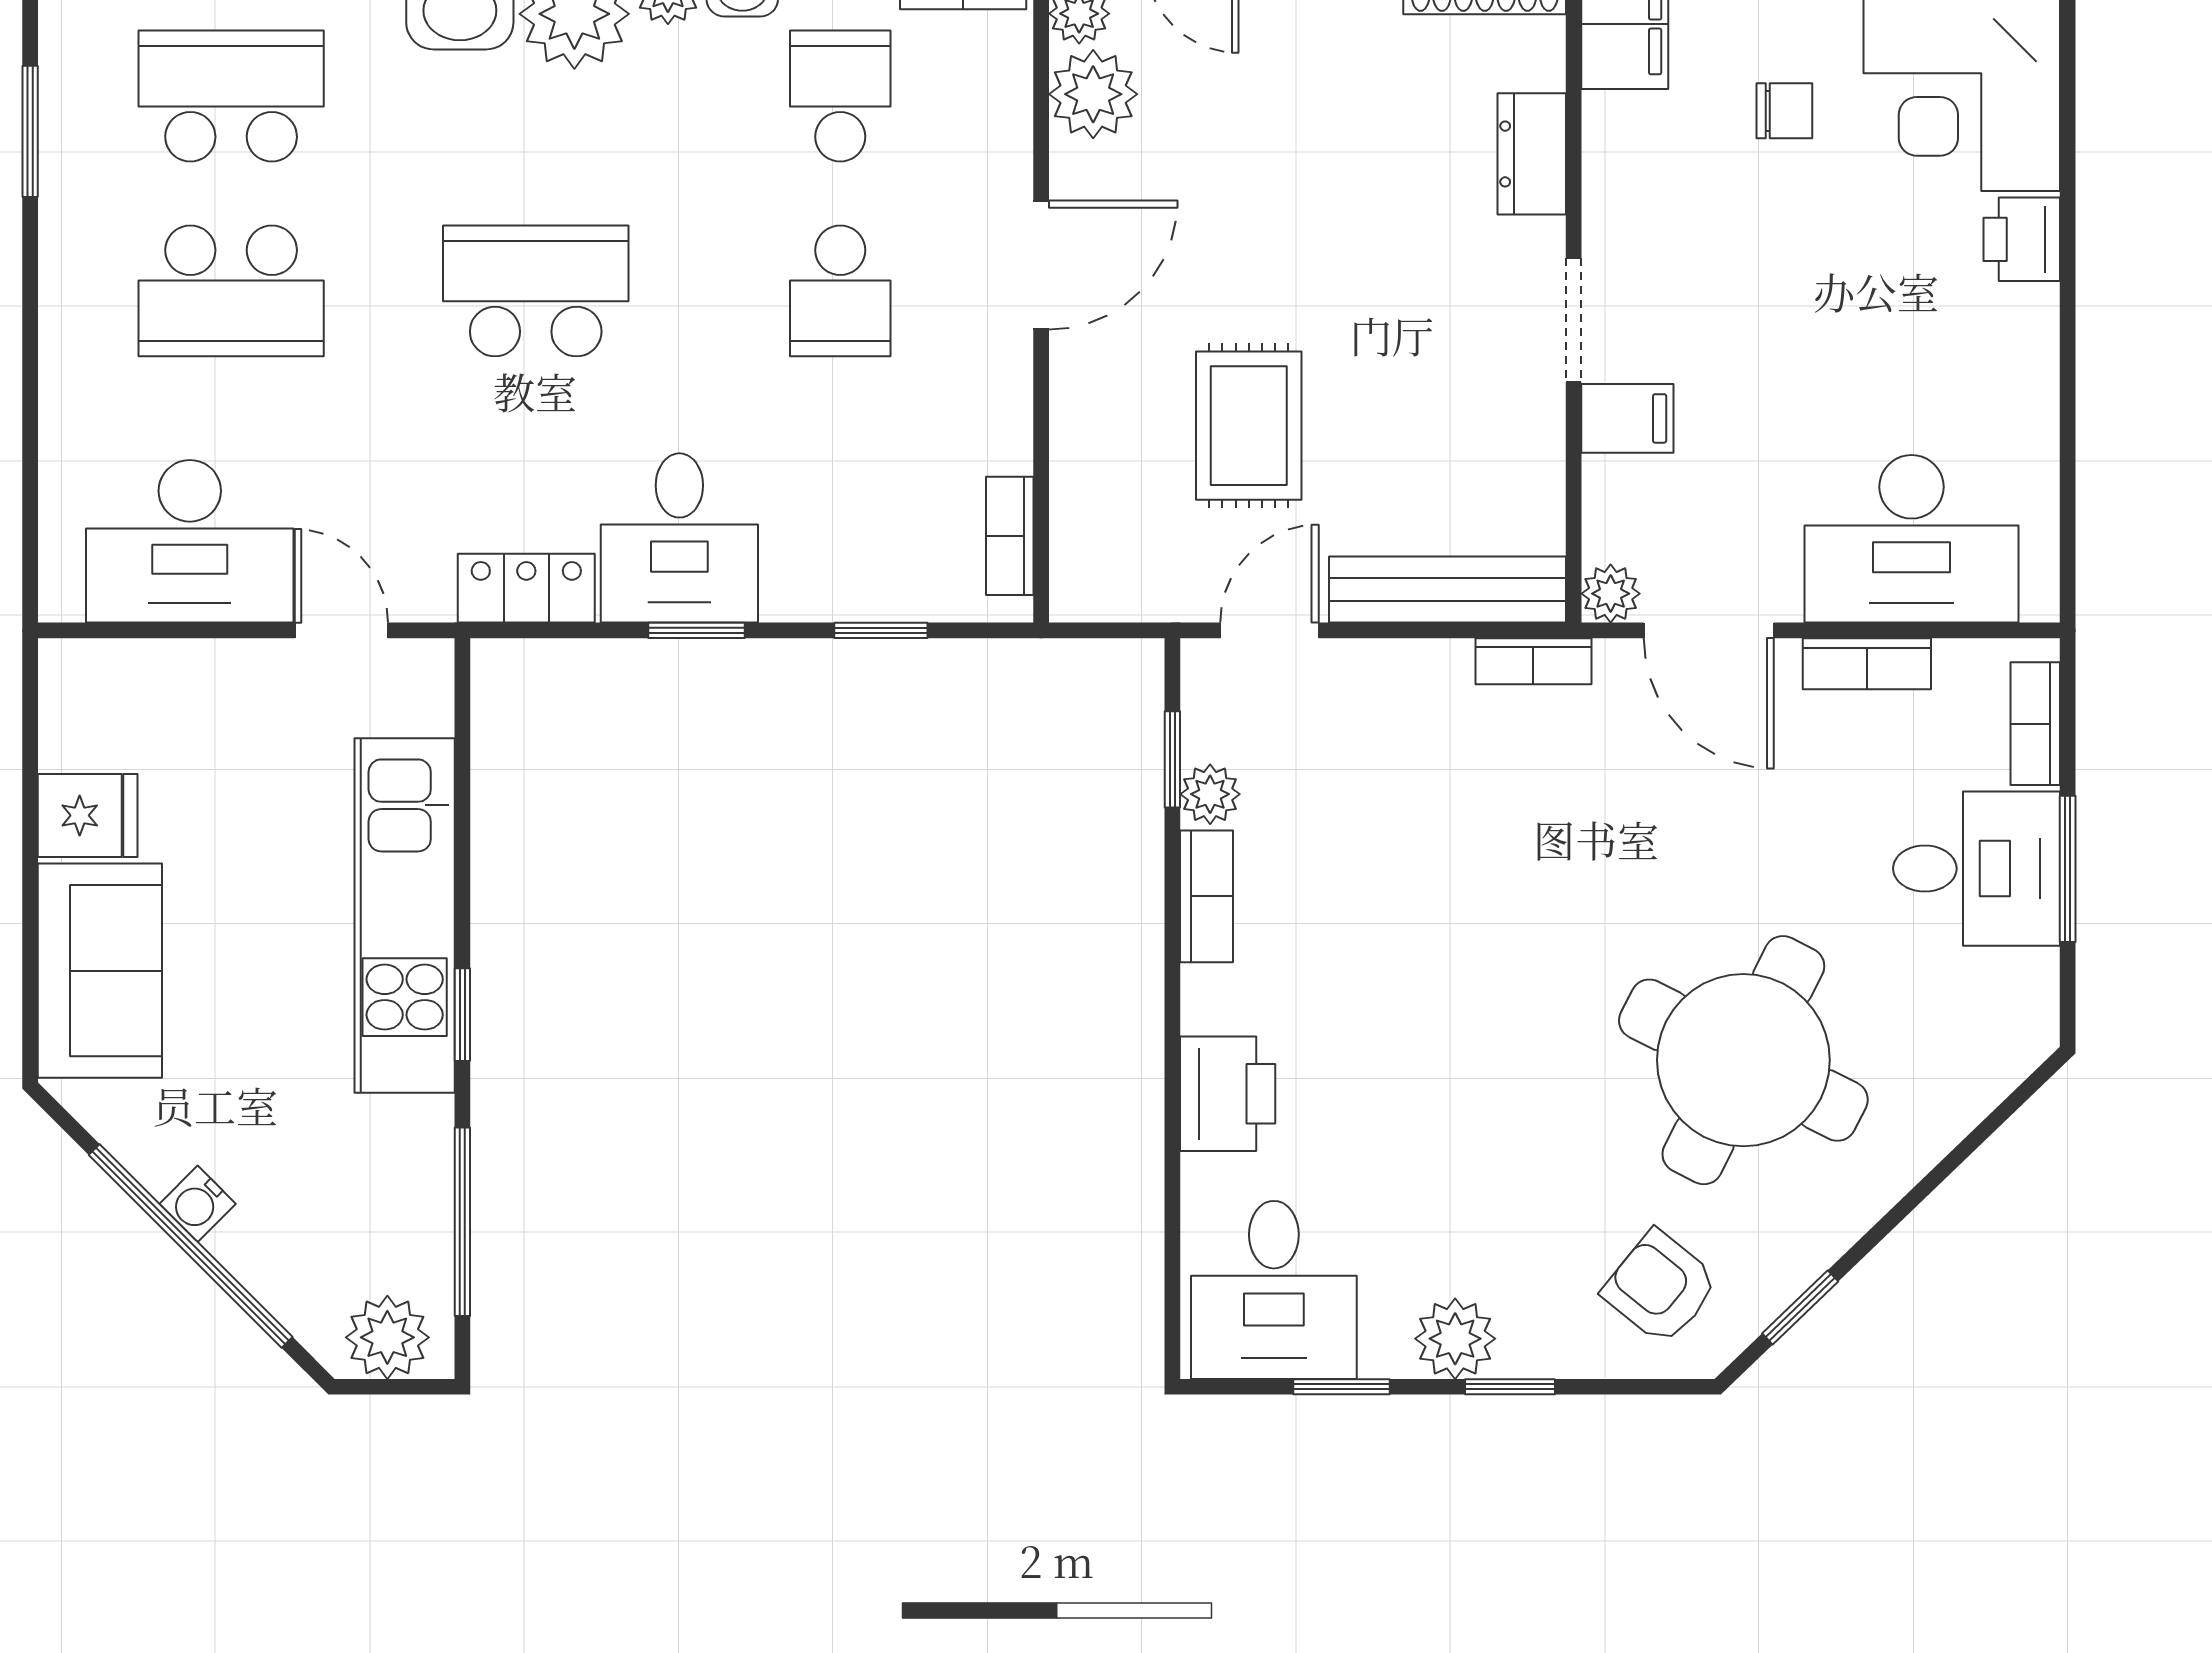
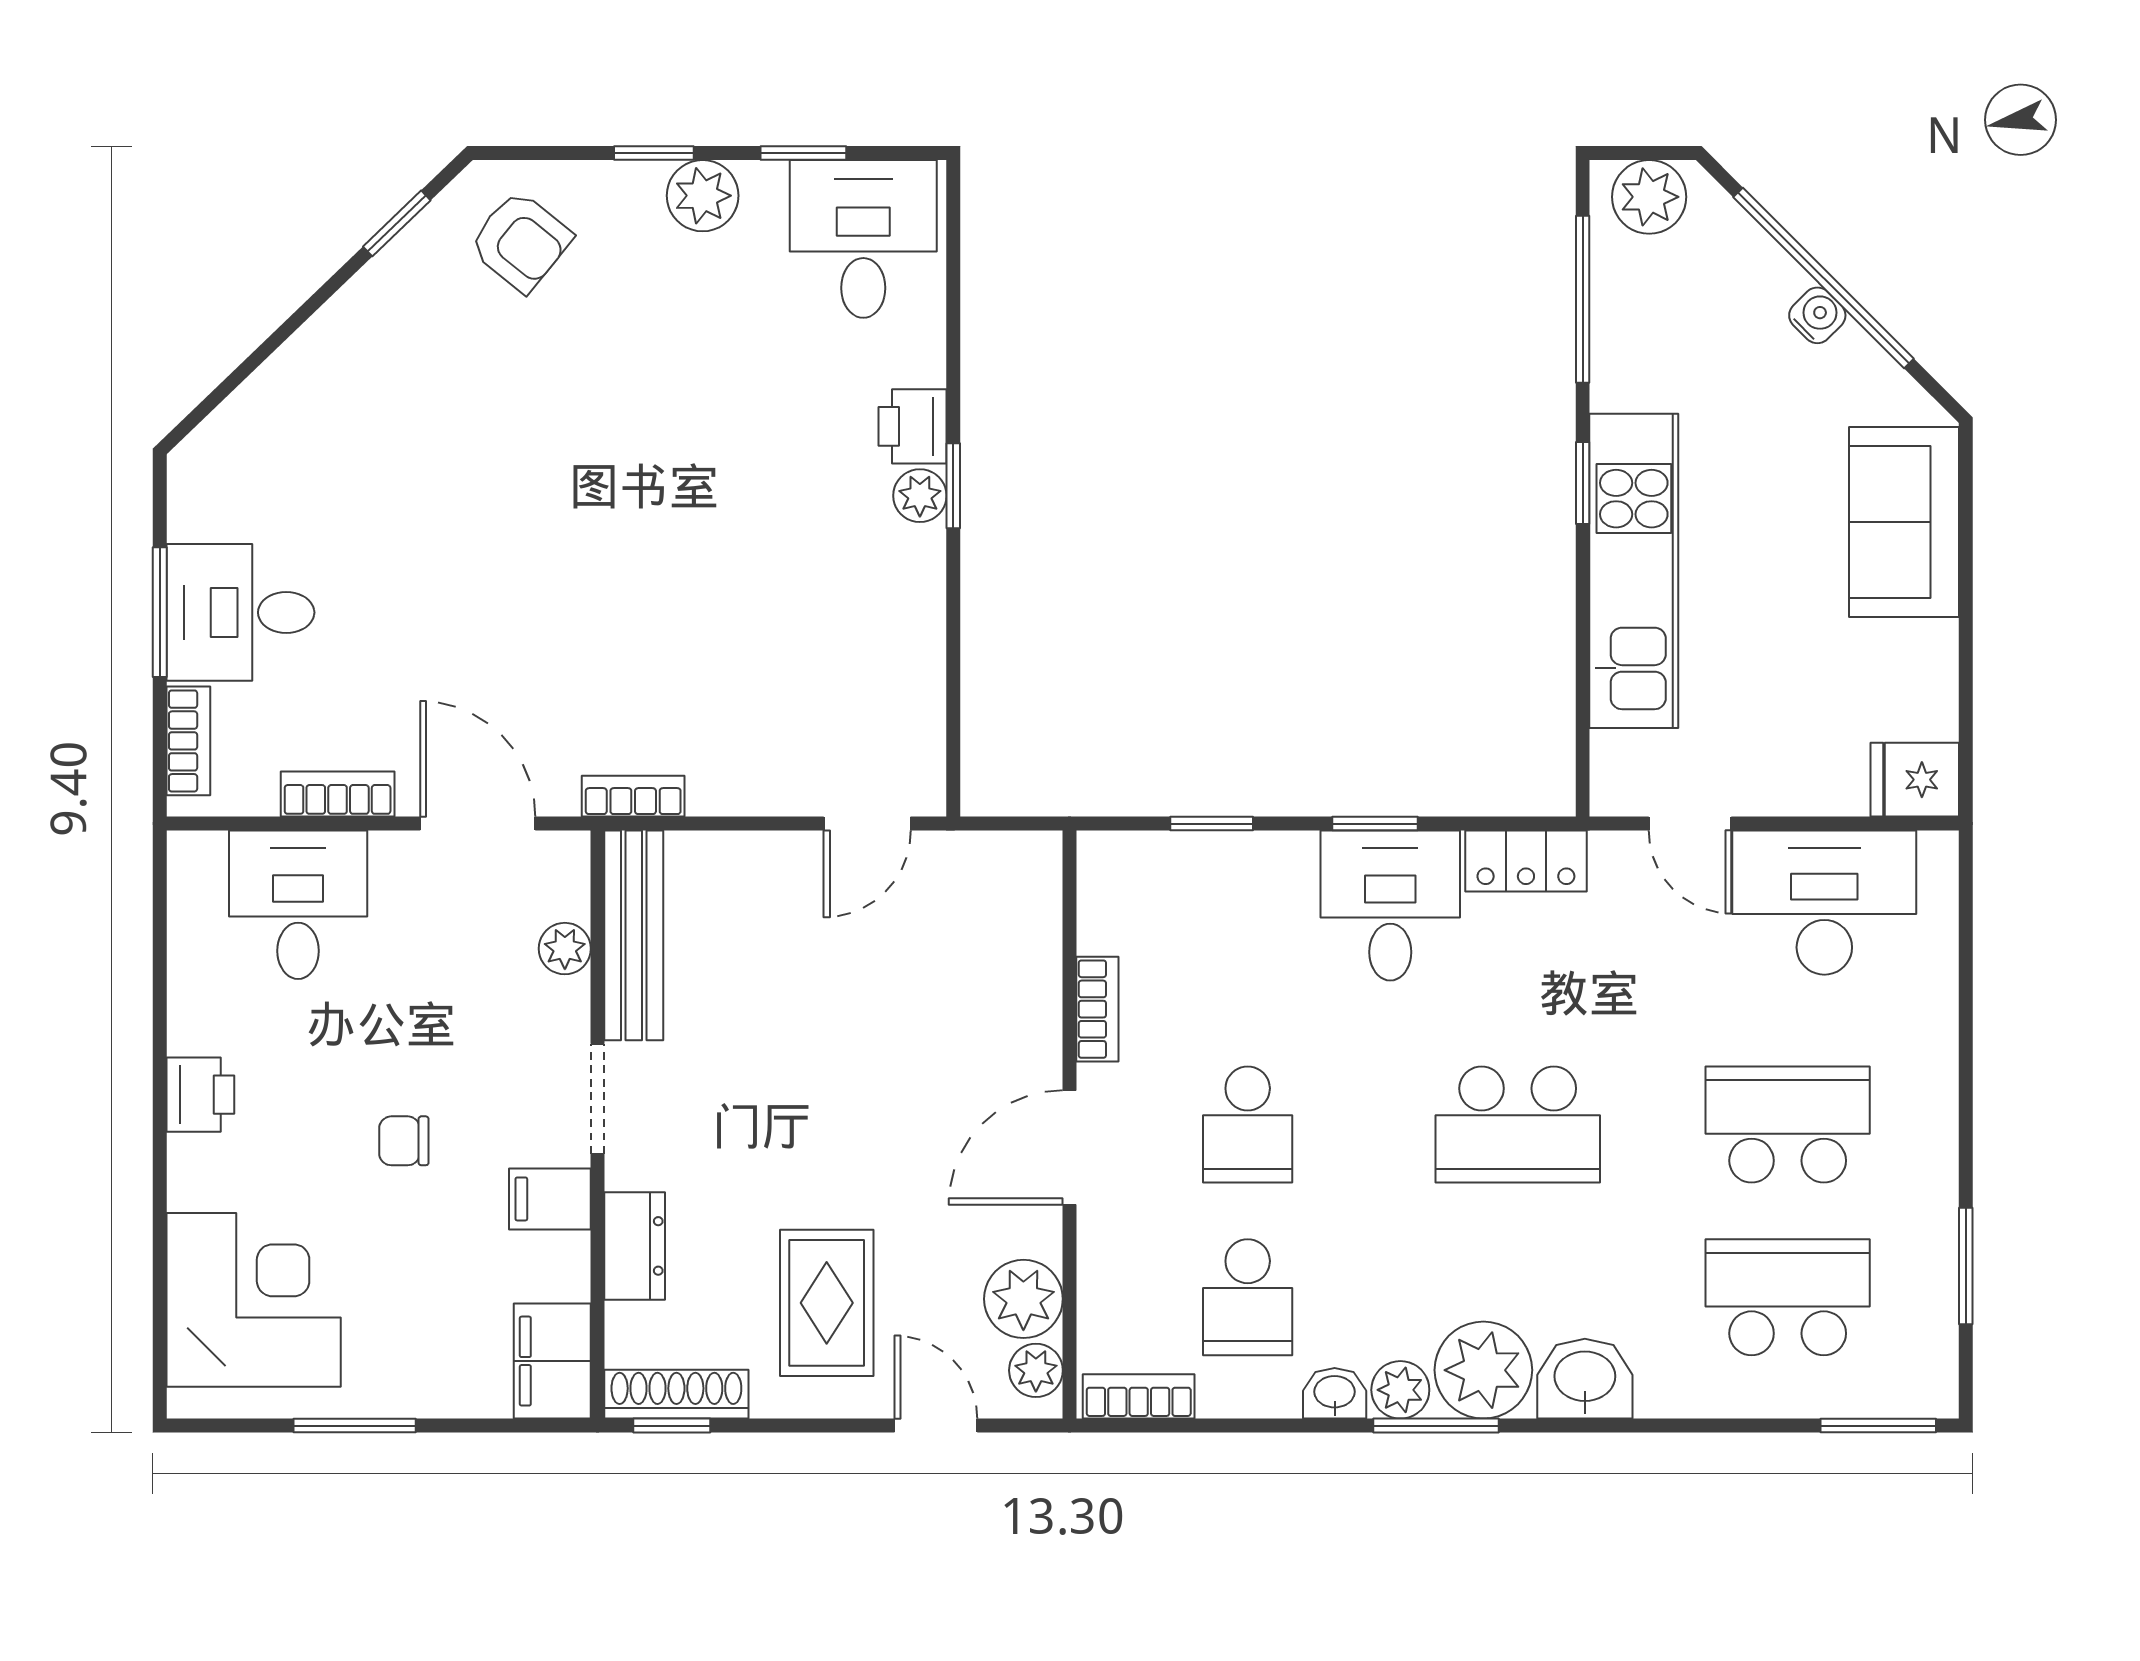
school desk: (231, 96) -> (1788, 1297), turned 180
chair: (1784, 111) -> (404, 1141), moved
printer: (2022, 239) -> (200, 1095), moved
school desk: (840, 291) -> (1248, 1125), turned 180
filing cabinet: (1627, 418) -> (550, 1199), moved
rug: (1249, 426) -> (827, 1303), moved
bookcase: (1010, 536) -> (1097, 1009), moved
desk: (1911, 539) -> (298, 905), width x0.73
bench: (1448, 590) -> (634, 935), moved, turned 90
plant: (1611, 594) -> (565, 949), moved
window: (1172, 759) -> (953, 486), moved
plant: (1210, 794) -> (920, 496), moved
fridge: (88, 815) -> (1915, 780), moved
bookcase: (1207, 896) -> (923, 588), removed
round table: (1743, 1060) -> (447, 443), removed
printer: (1228, 1094) -> (912, 426), width x0.73, depth x0.81

